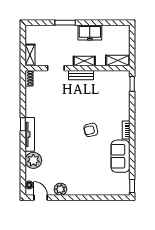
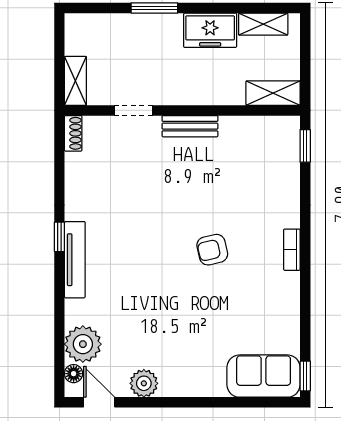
shelving: (84, 61) -> (263, 24), moved
sofa: (120, 156) -> (264, 376), moved, turned 90
plant: (33, 160) -> (83, 344), moved

